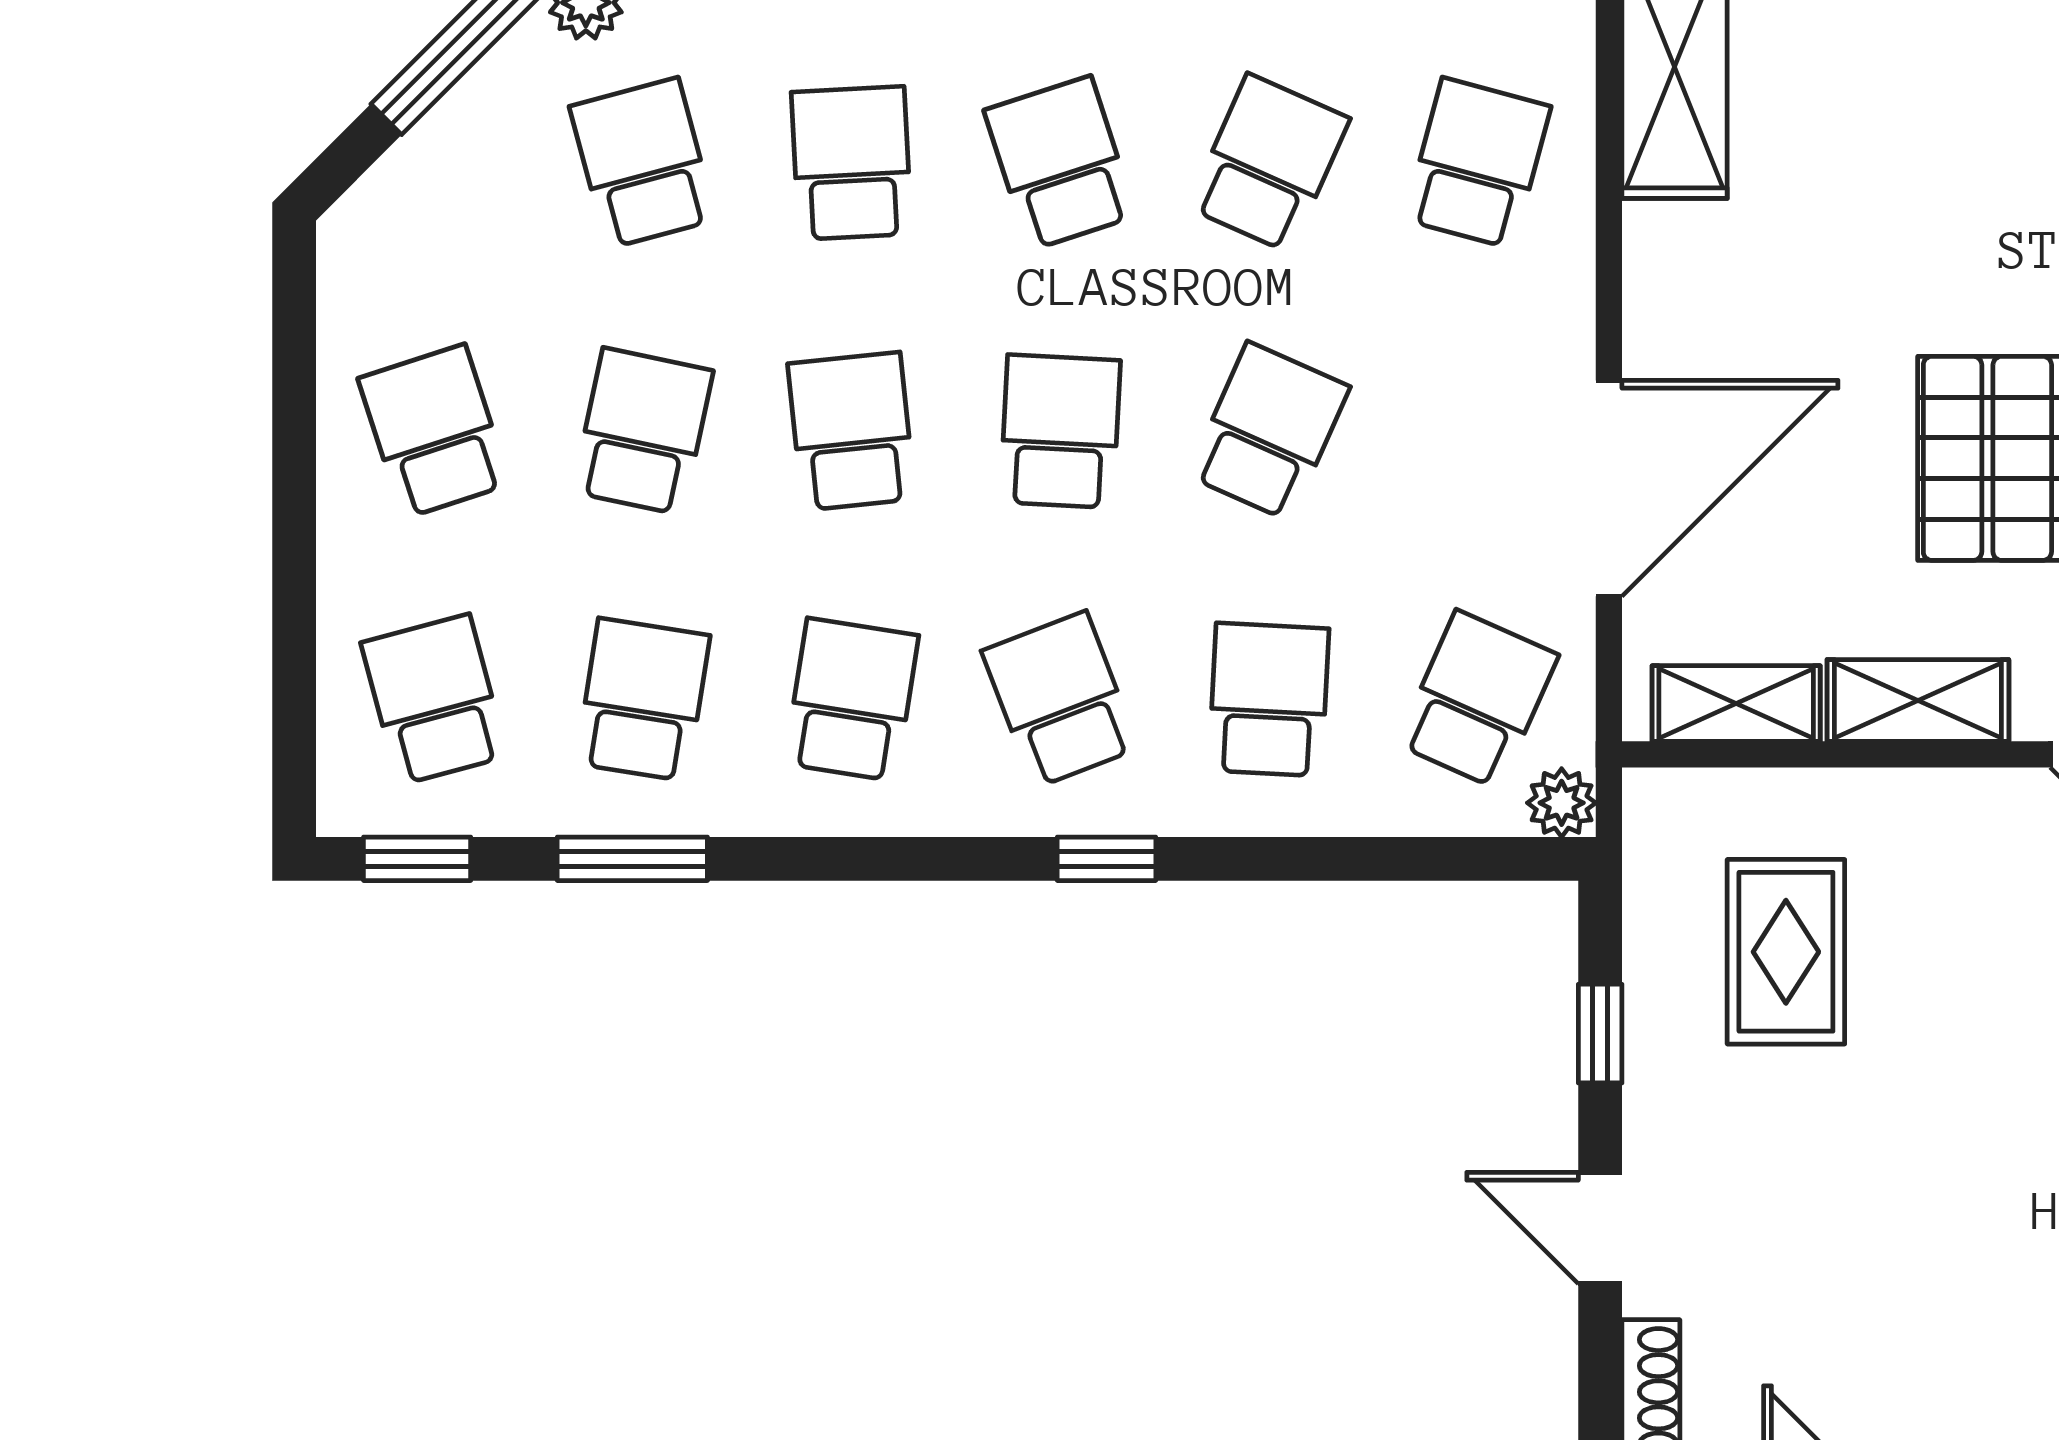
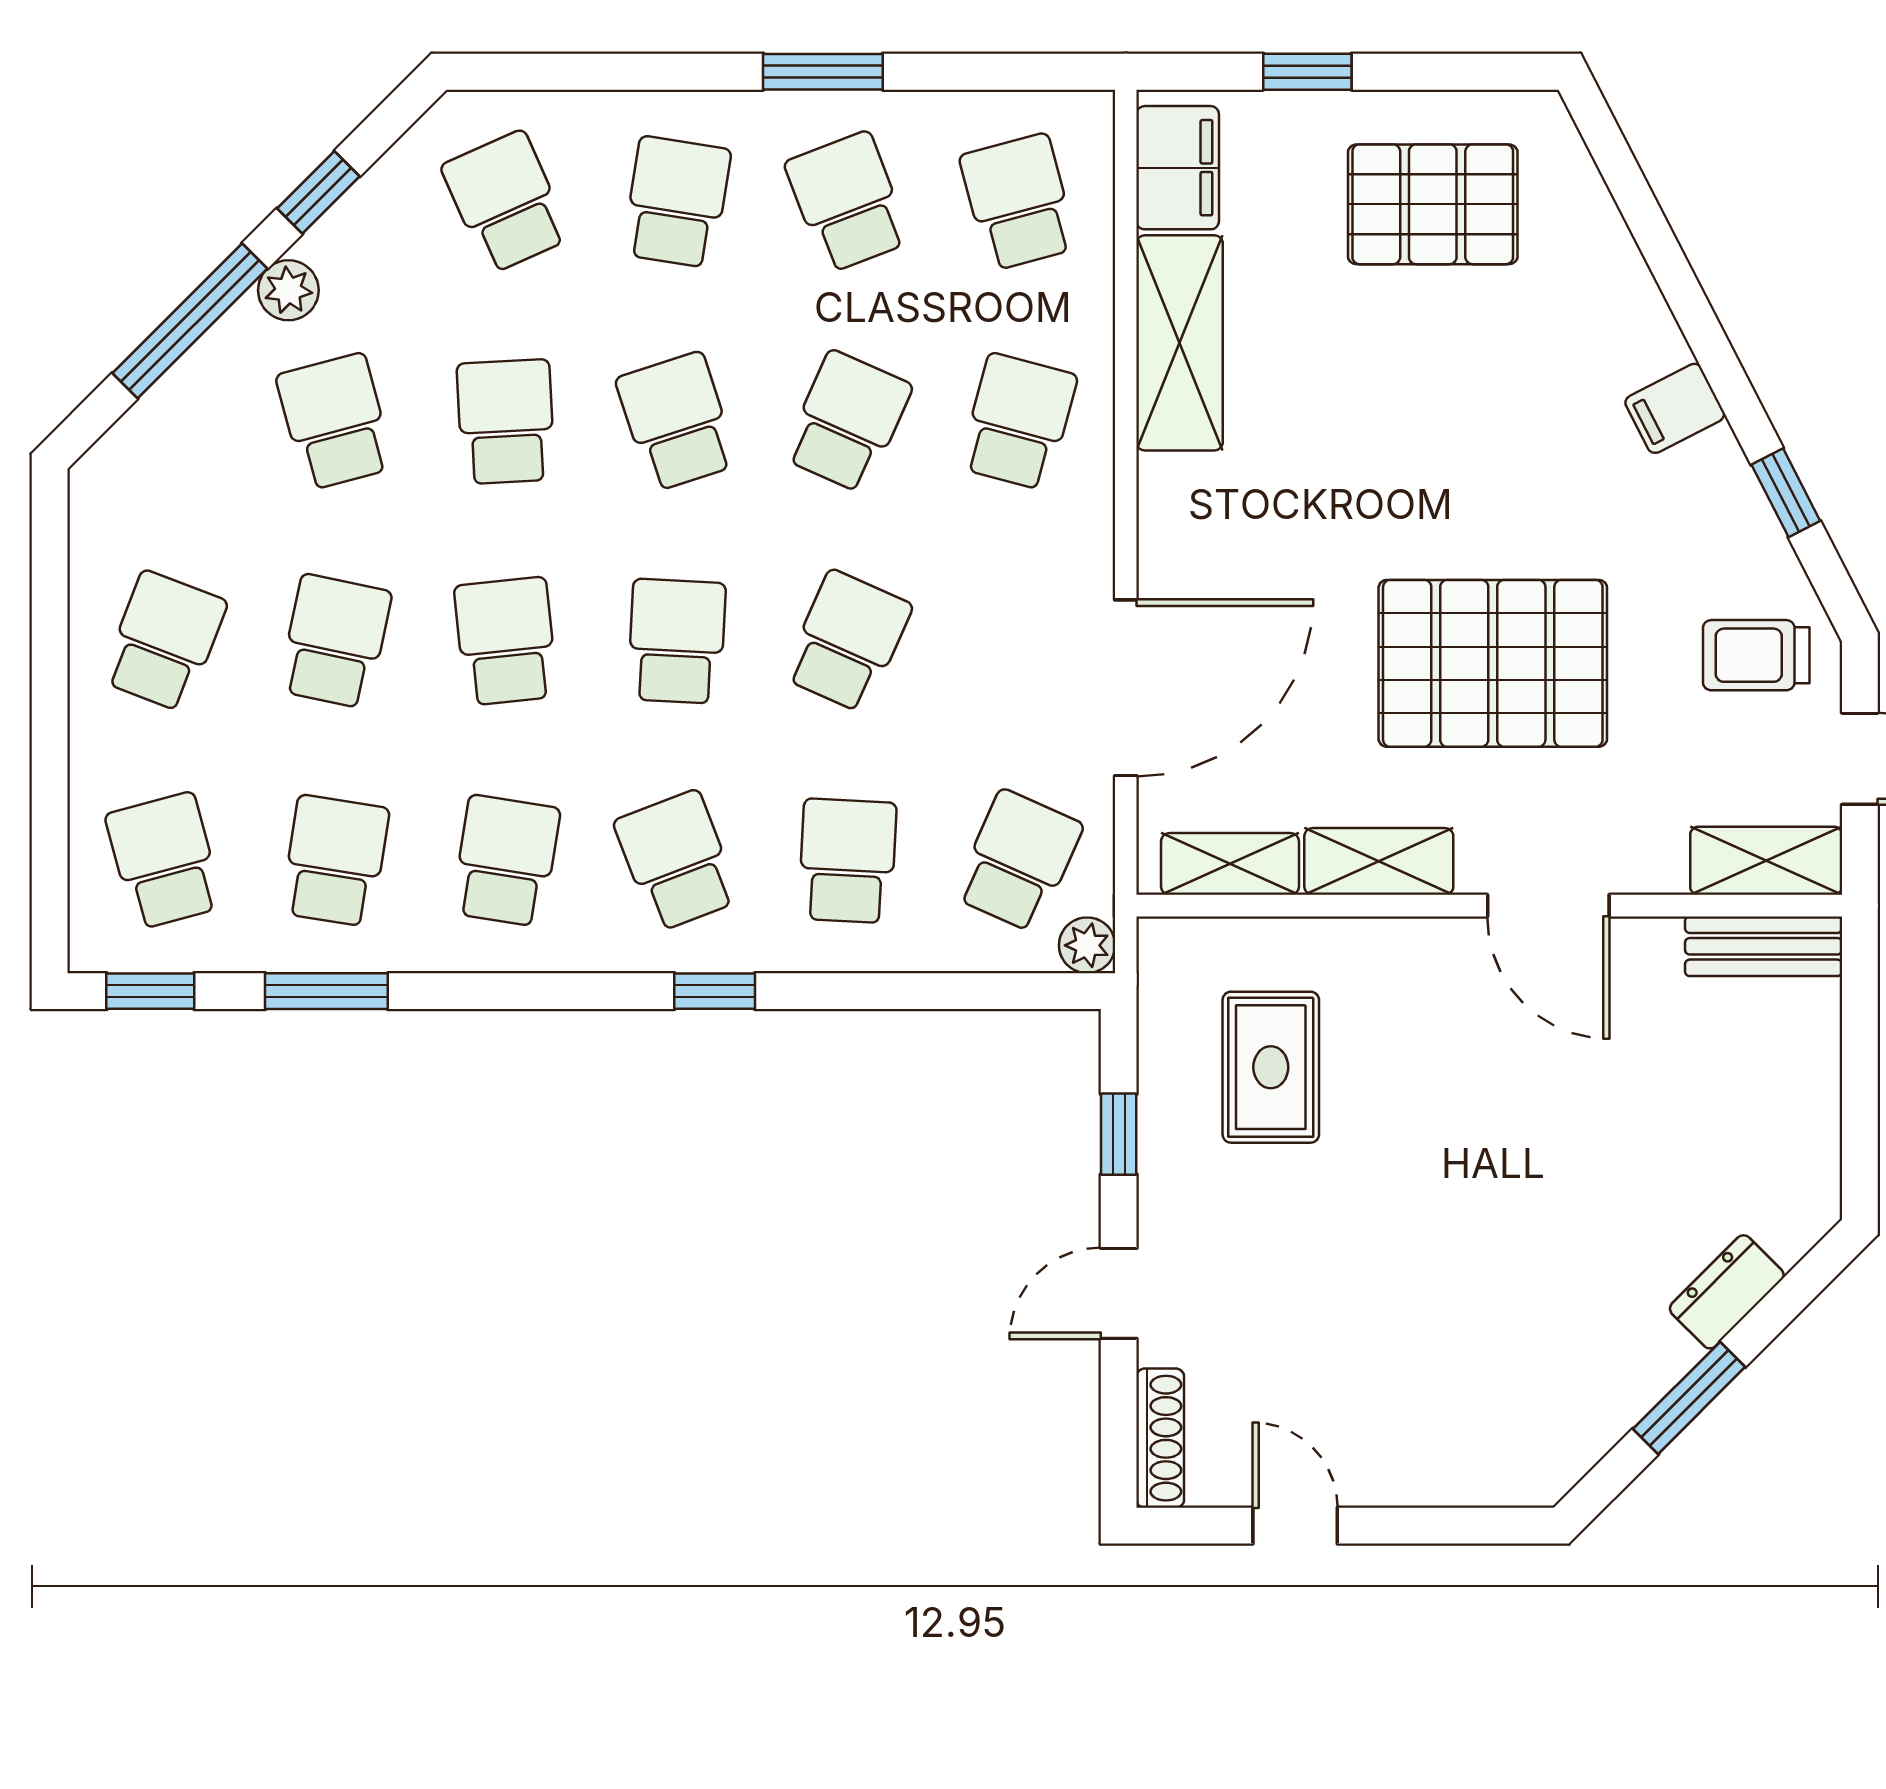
school desk: (434, 431) -> (164, 641), turned 39
door: (1600, 1228) -> (1119, 1293), hinge flipped

